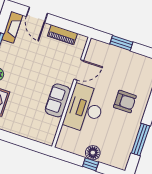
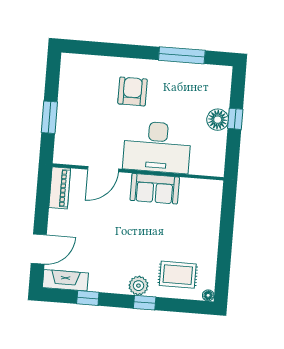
piano: (62, 35) -> (60, 188), moved
door: (79, 70) -> (103, 169), swing flipped

